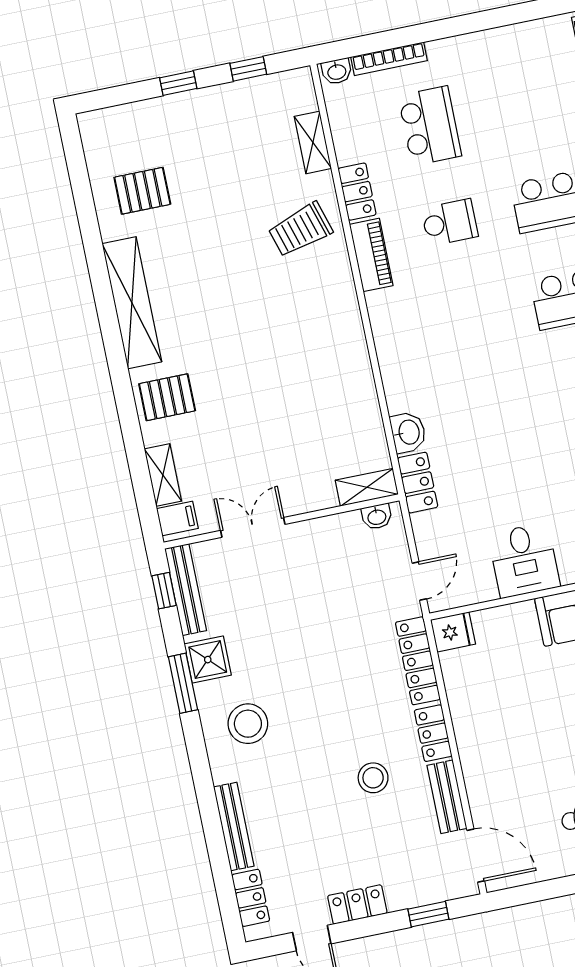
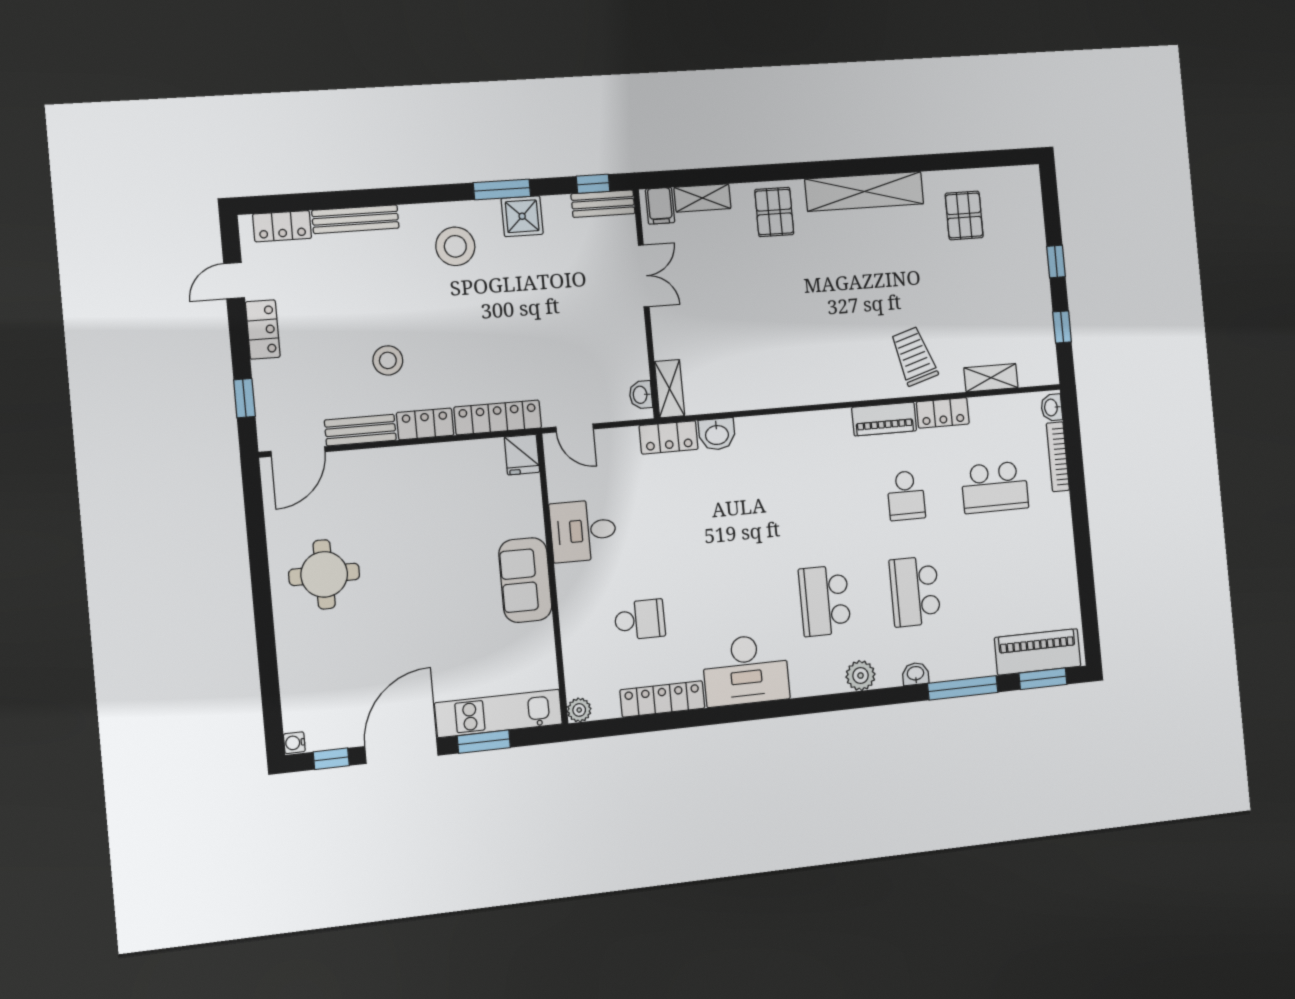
bench: (186, 590) -> (603, 204), width x0.73

